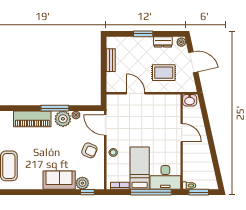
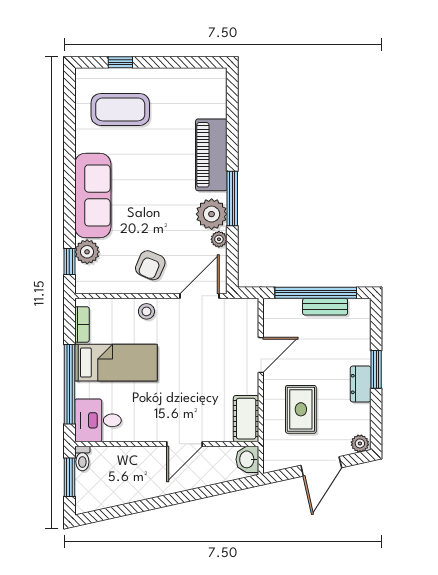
dresser: (163, 42) -> (361, 384), moved
window: (104, 65) -> (316, 293), added
cot: (169, 101) -> (246, 419), added
desk: (165, 177) -> (98, 420), width x0.73
sofa: (59, 180) -> (93, 195), width x1.36

